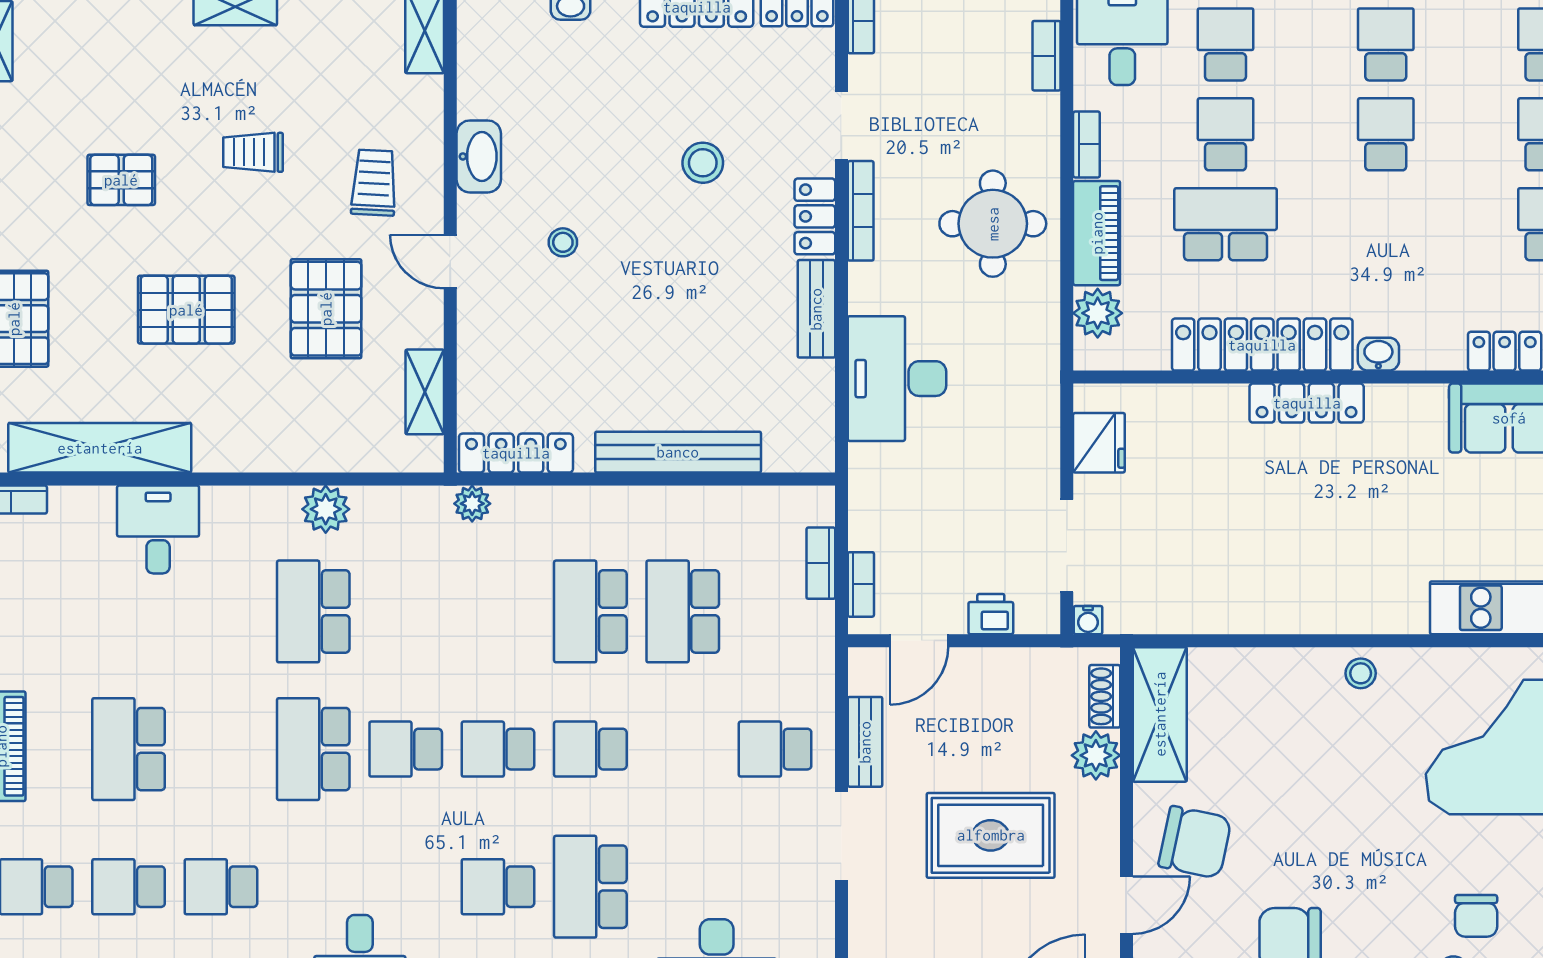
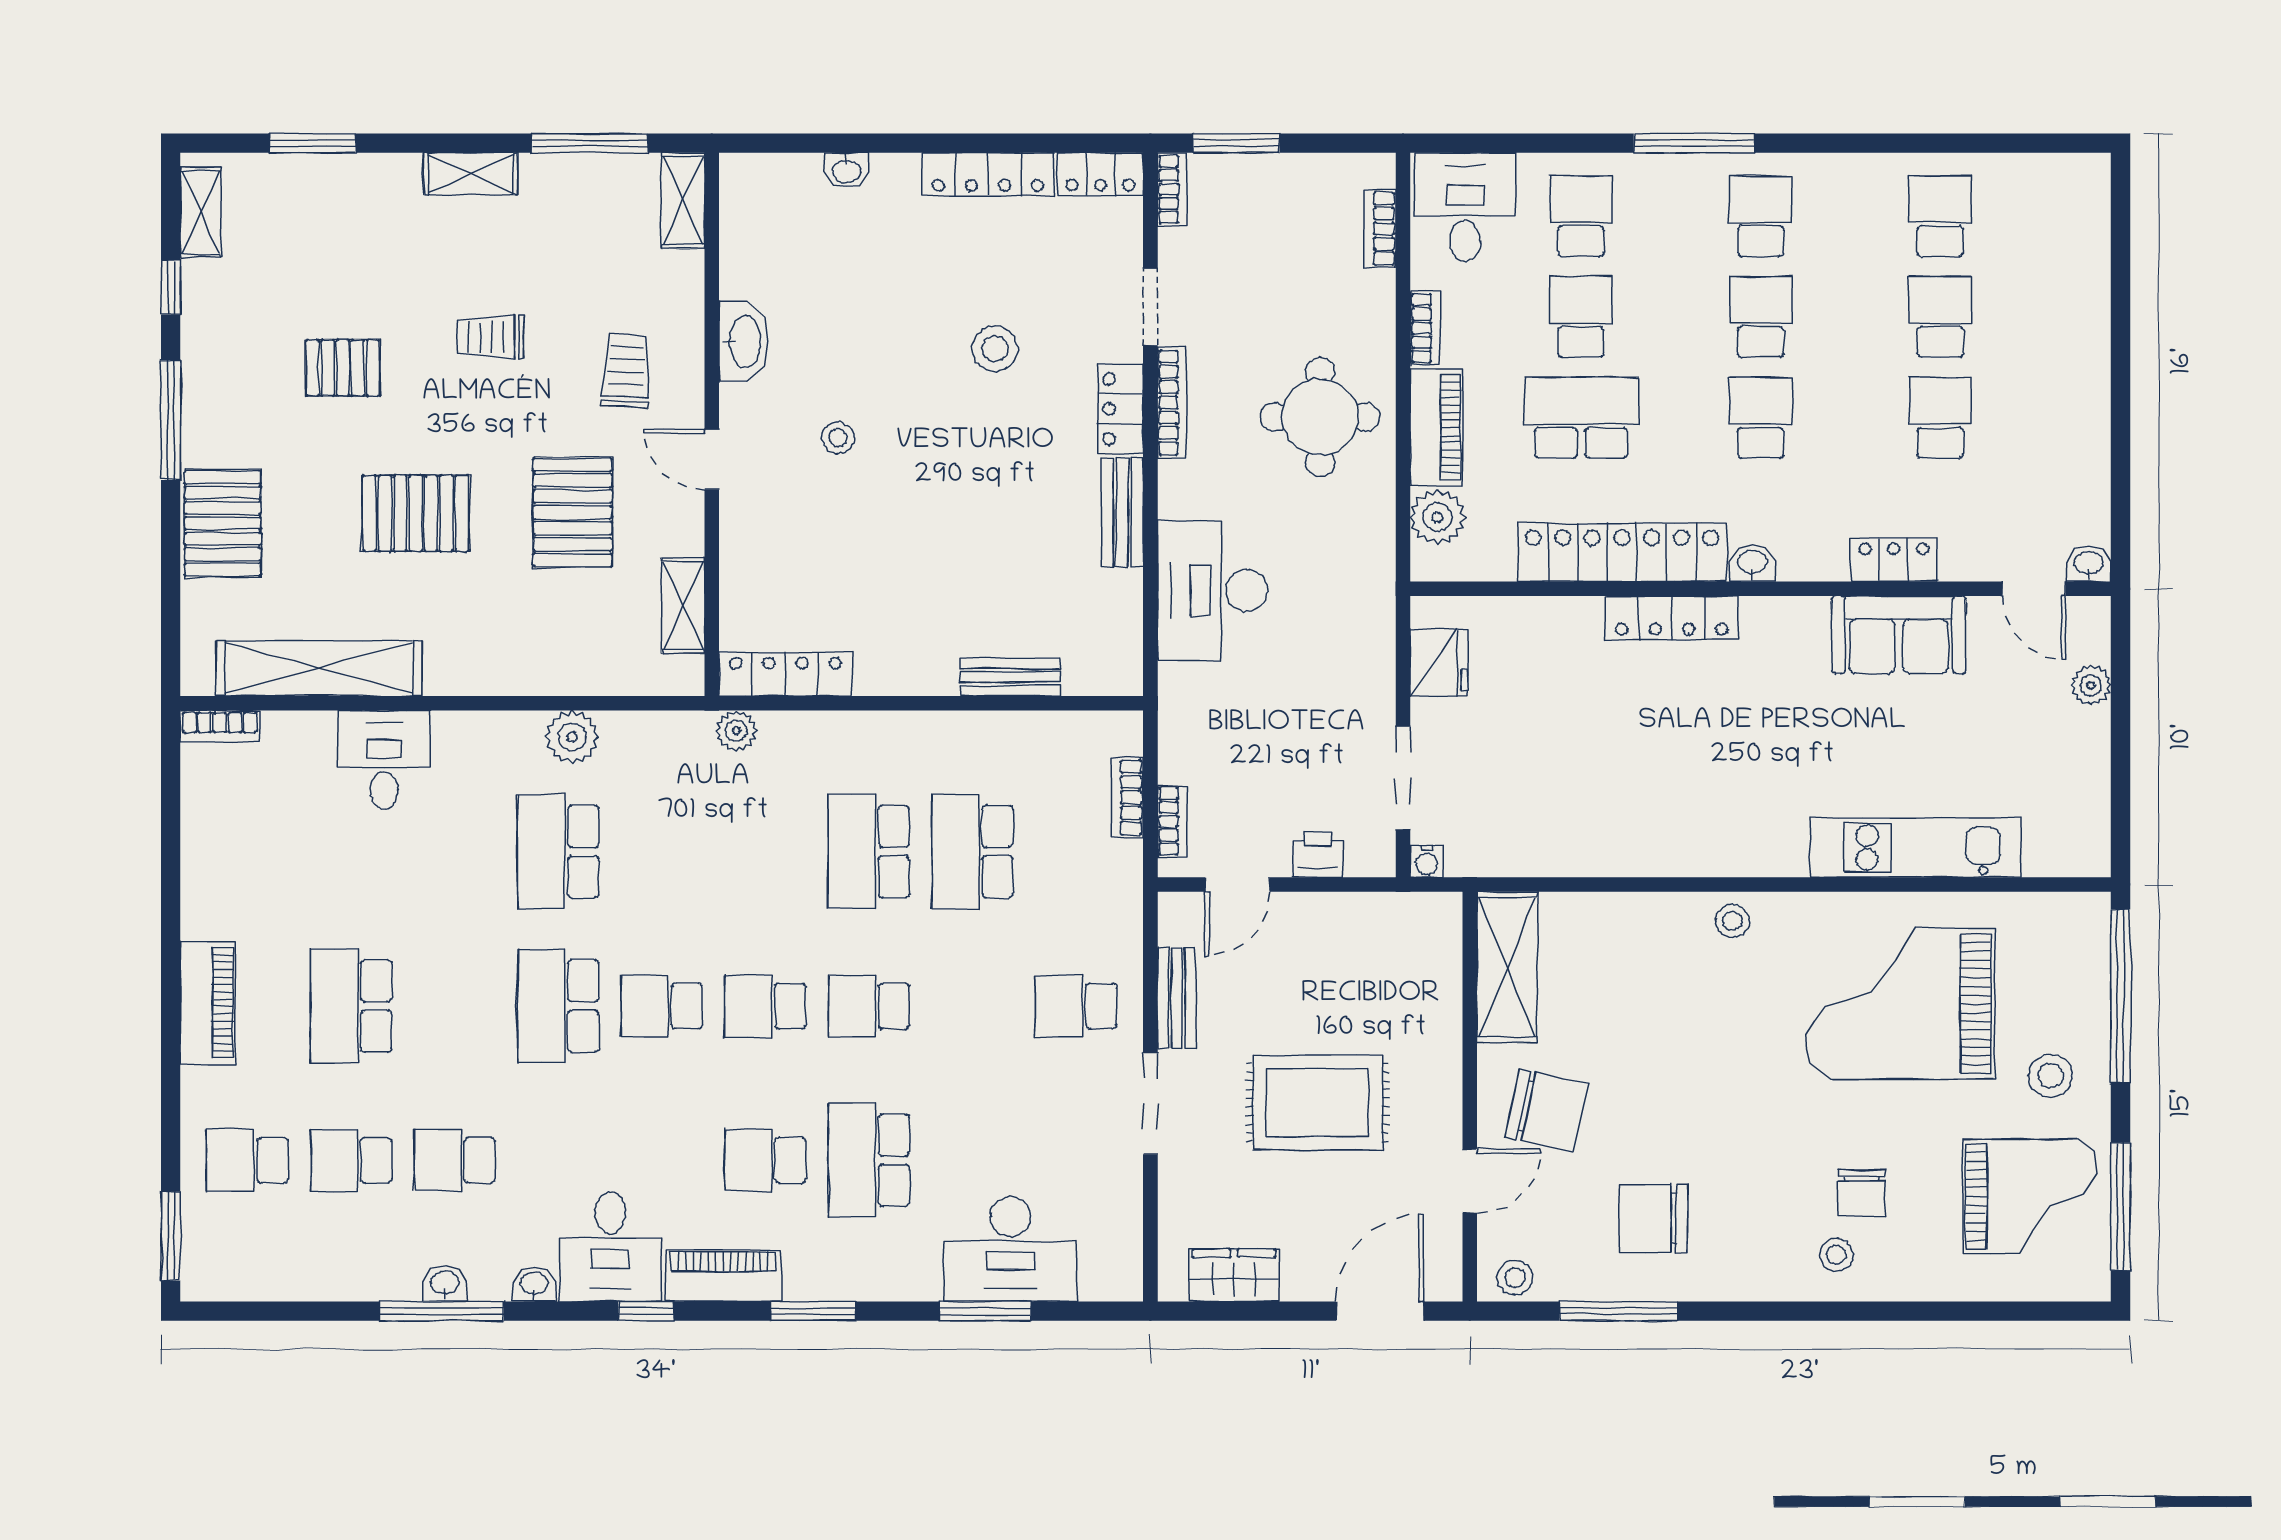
school desk: (1386, 224) -> (1761, 418), added
bench: (678, 452) -> (1010, 677), width x0.54, depth x0.82
shoe rack: (1105, 696) -> (1446, 947), removed
plant: (1096, 755) -> (1435, 1013), removed

